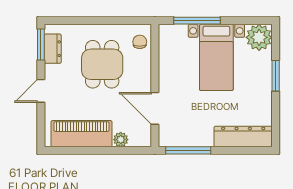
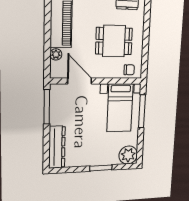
bed with nightstands: (216, 57) -> (120, 108), moved, turned -90
door: (155, 108) -> (80, 81), hinge flipped

